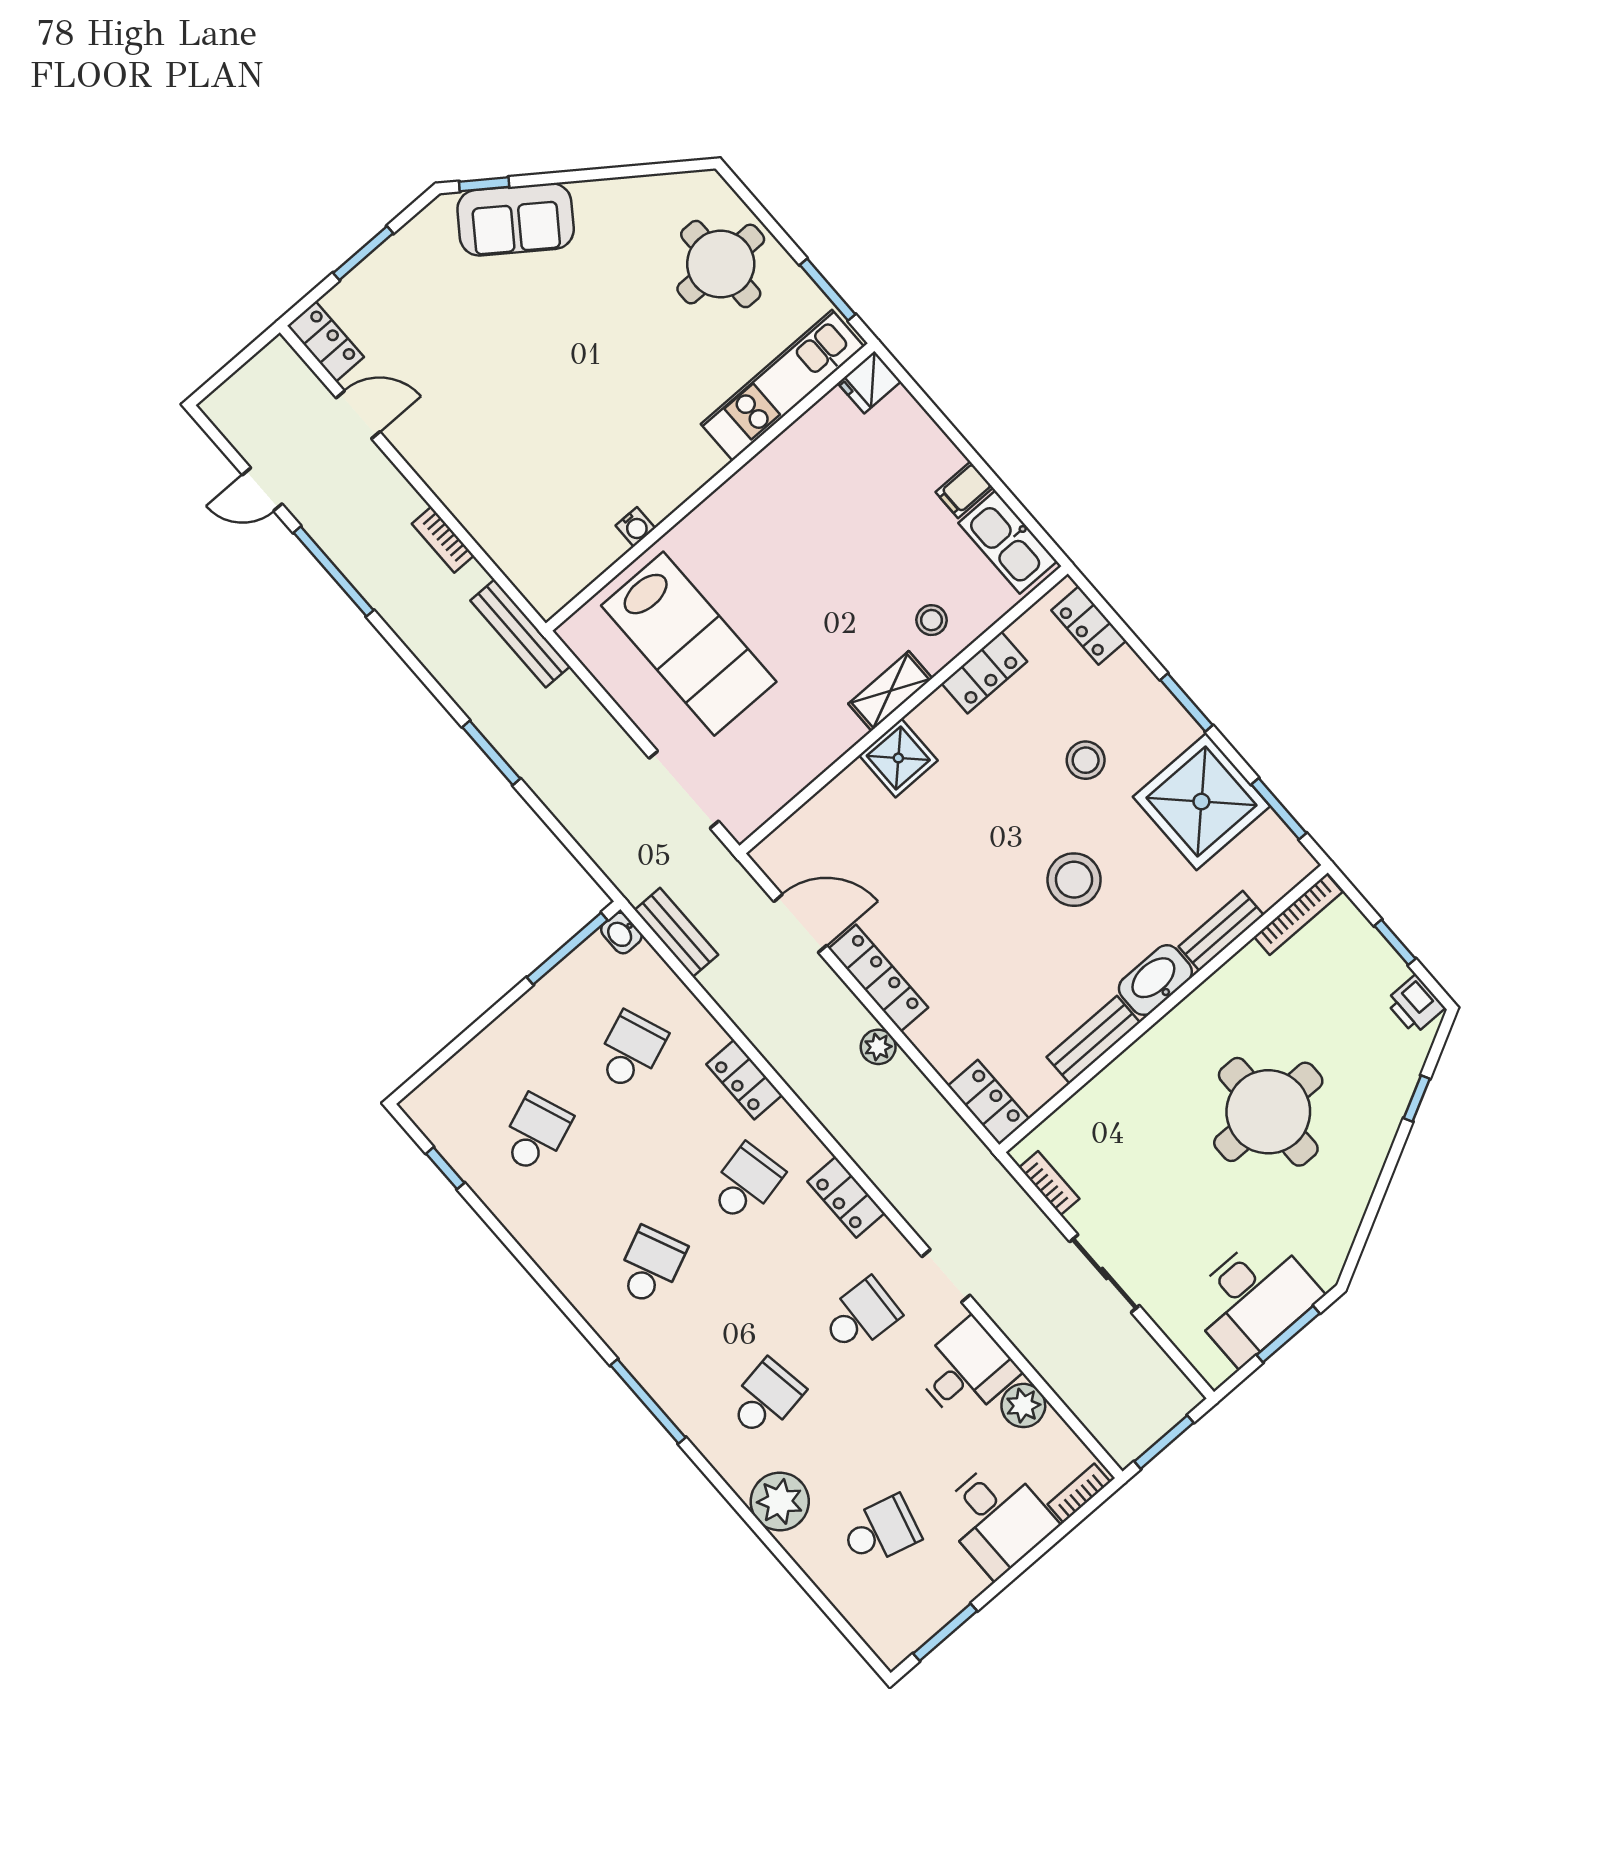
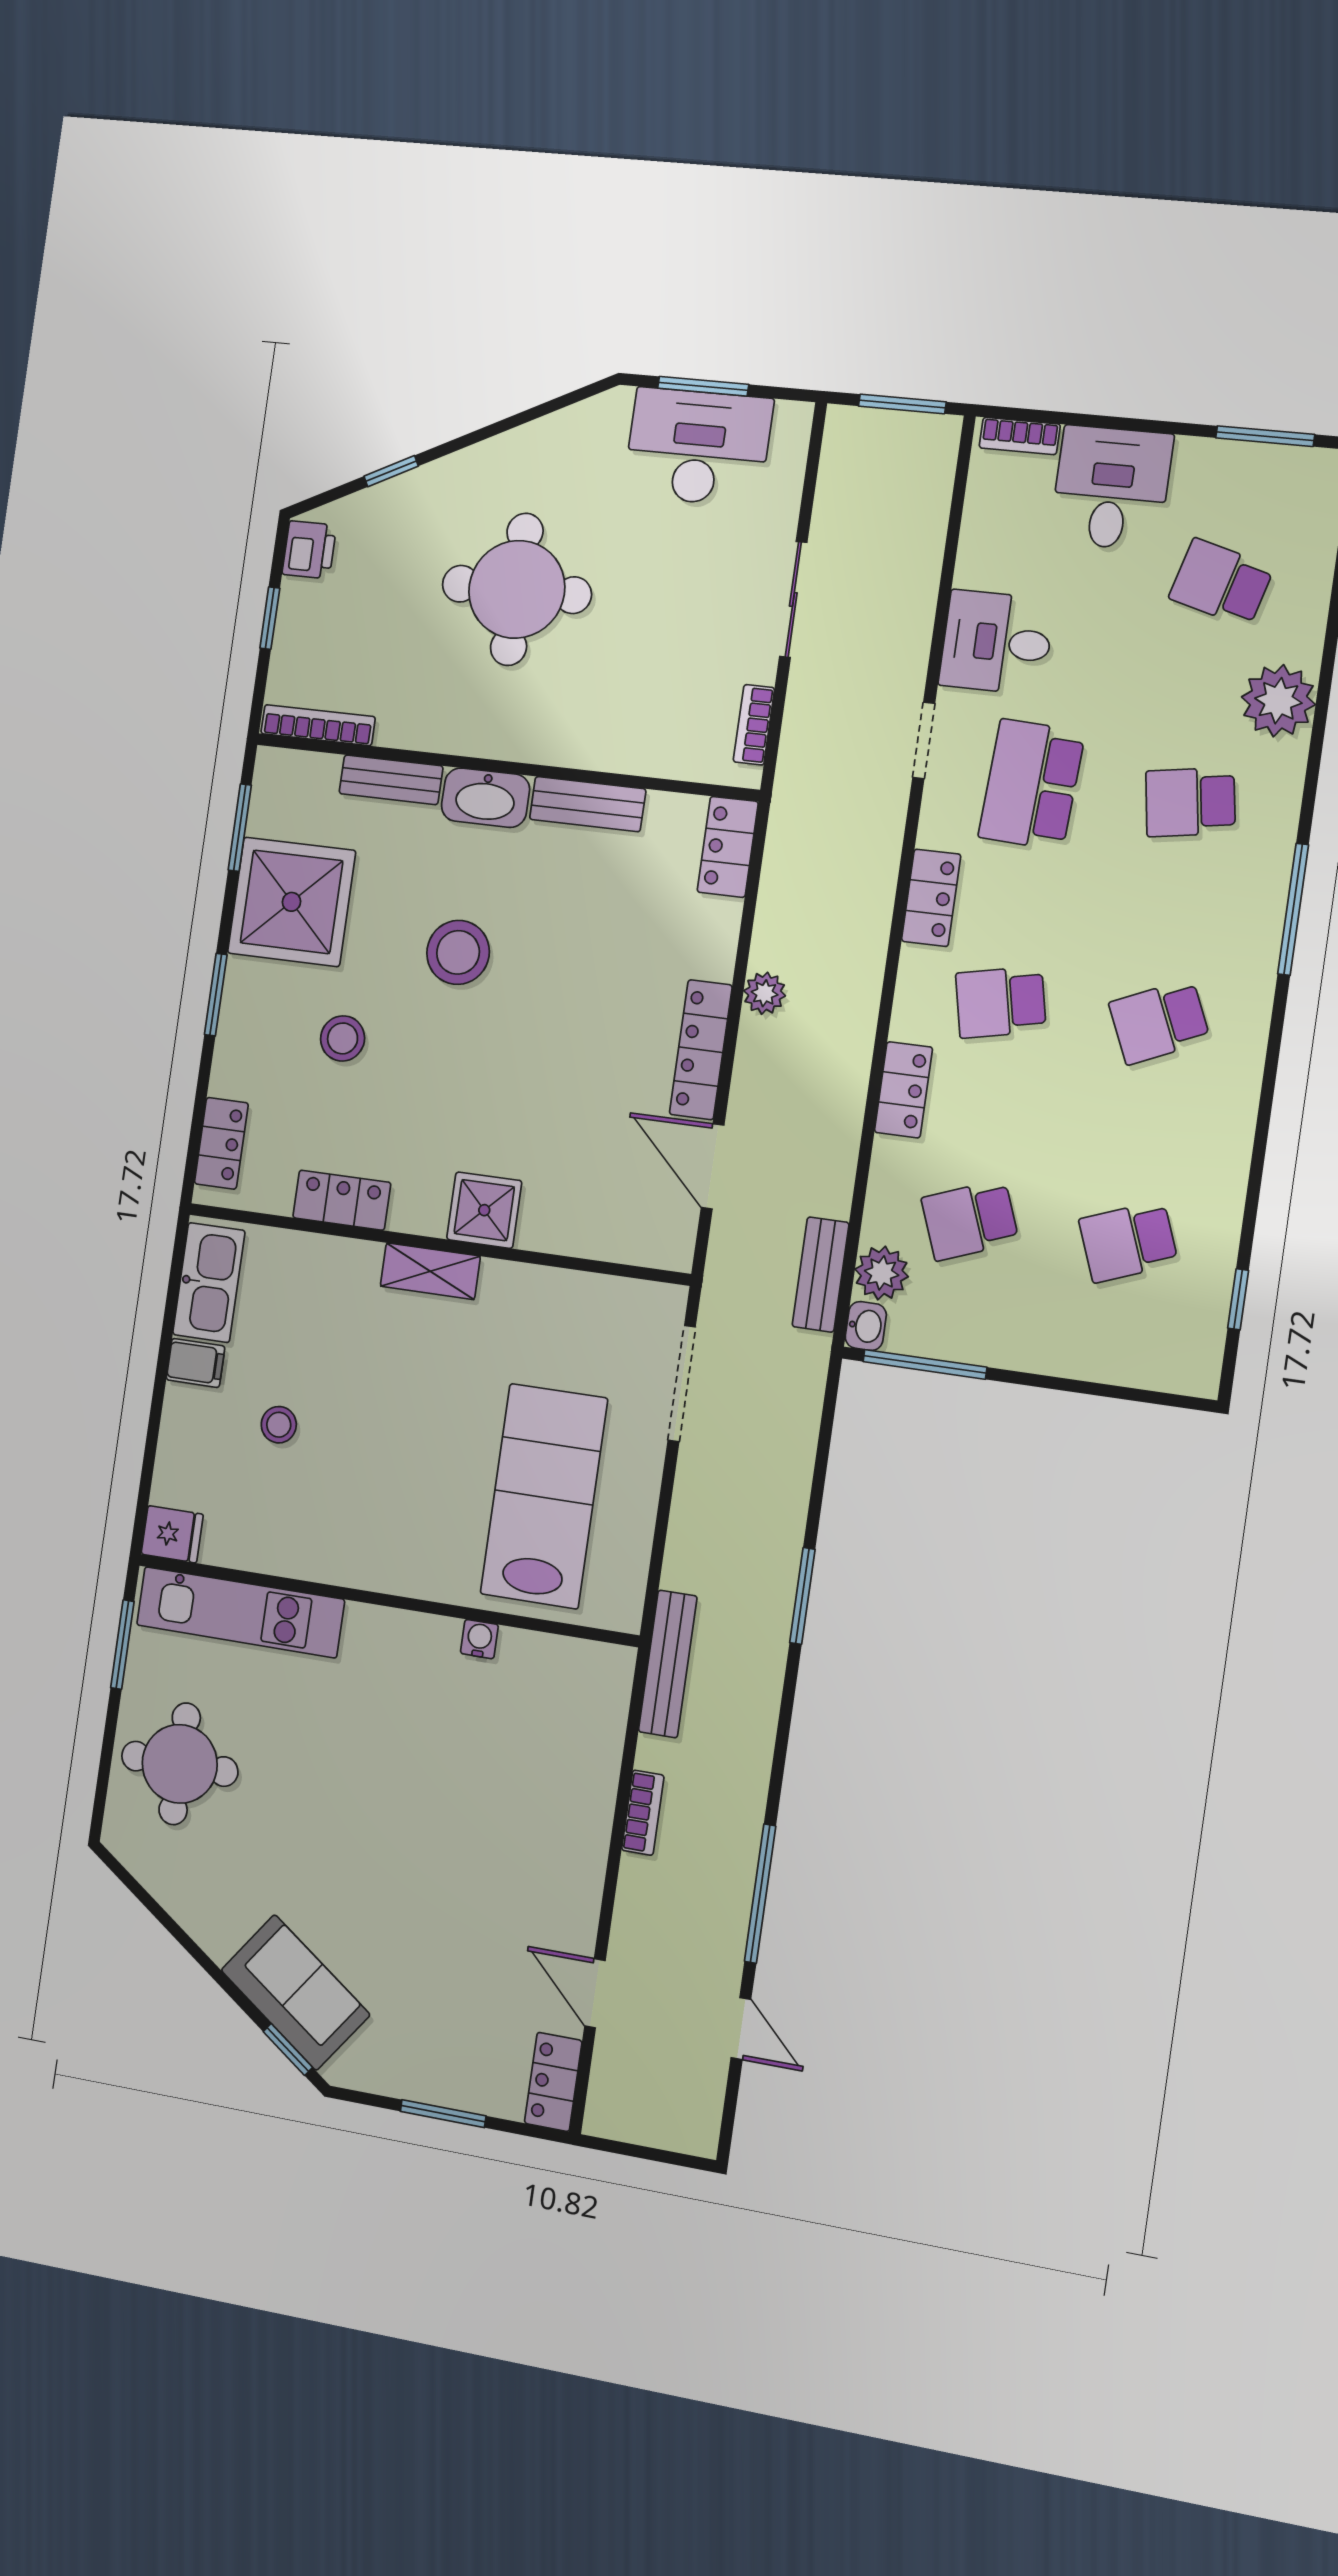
stool: (931, 620) -> (279, 1425), moved
school desk: (861, 1316) -> (1032, 785), width x1.85
plant: (1023, 1405) -> (882, 1273), moved

